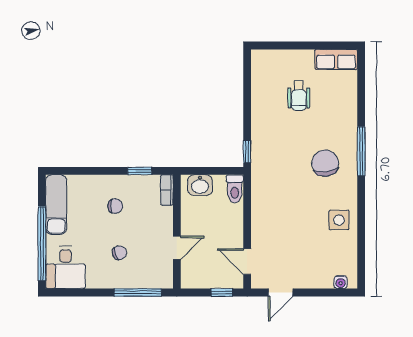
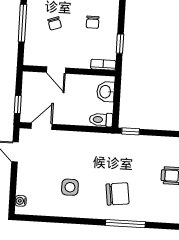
side table: (339, 220) -> (70, 187), moved
window: (138, 292) -> (22, 23), moved

